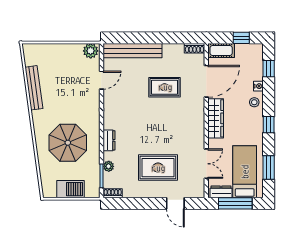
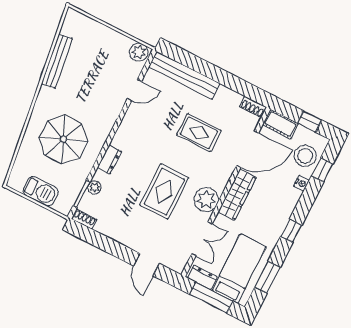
stool: (254, 102) -> (305, 156), moved, width x1.89, depth x1.89
plant: (195, 134) -> (206, 200), added
rug: (158, 168) -> (164, 191), moved, turned 90

